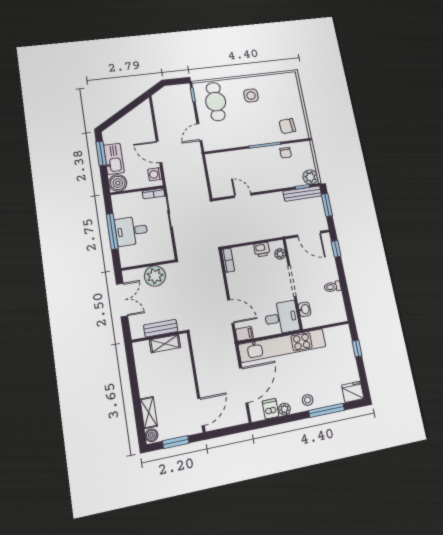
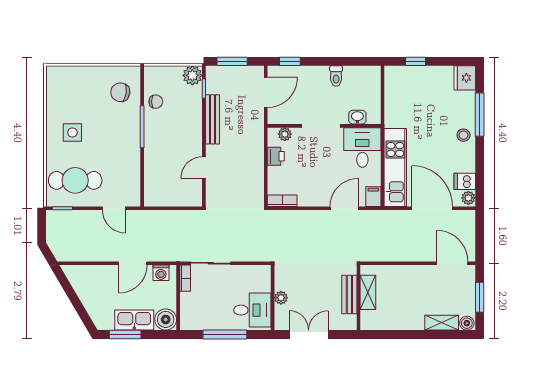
chair: (287, 126) -> (120, 92), turned 103
bench: (302, 194) -> (213, 119), moved
desk: (131, 231) -> (252, 310), moved, turned -90
plant: (155, 276) -> (281, 298), width x0.53, depth x0.53
kitchen unit: (282, 345) -> (395, 167), width x0.73
plant: (284, 409) -> (468, 198), moved

